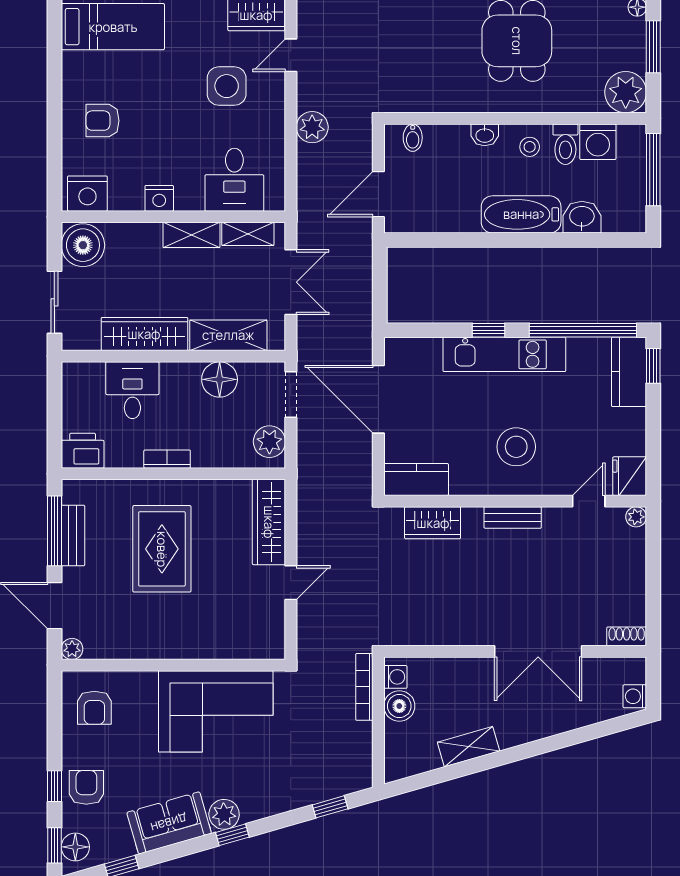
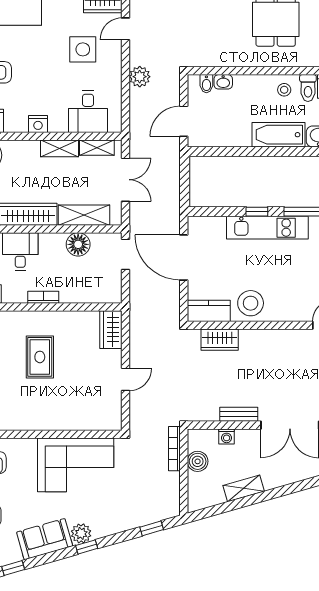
washbasin: (485, 135) -> (223, 82), moved
plant: (269, 442) -> (111, 286), removed
stool: (516, 447) -> (251, 303), moved
bench: (513, 517) -> (239, 414), moved
wardrobe: (269, 522) -> (111, 330), width x0.67
rug: (162, 549) -> (40, 357), width x0.73, depth x0.70
washing machine: (395, 677) -> (227, 436), moved, turned 90

